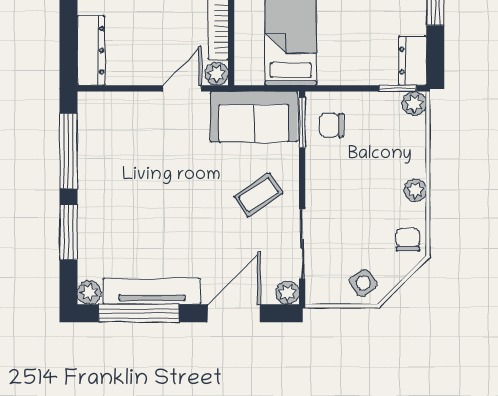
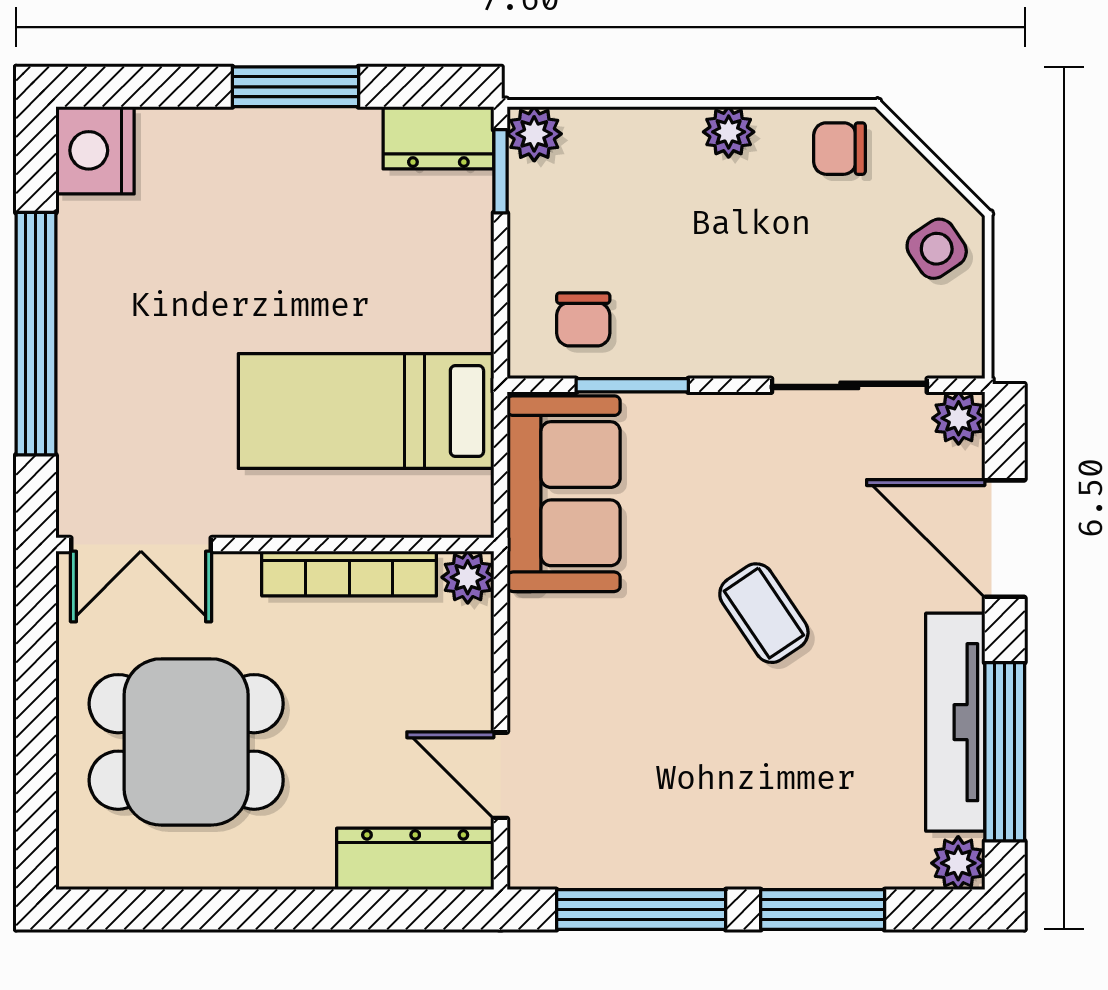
door: (182, 88) -> (500, 775), moved
window: (302, 123) -> (632, 385), moved
coffee table: (258, 195) -> (764, 613), moved

